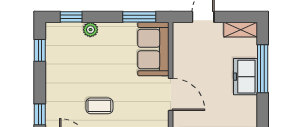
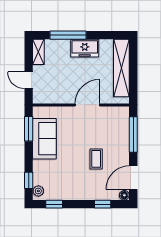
plant: (90, 30) -> (38, 191), moved
sofa: (153, 49) -> (44, 139), moved, turned -90
freezer: (245, 77) -> (85, 48), moved

